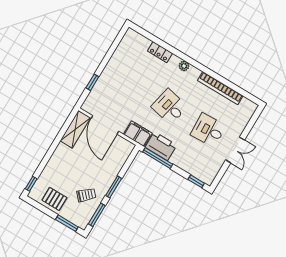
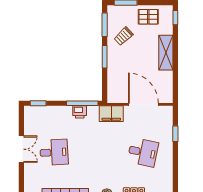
desk: (169, 107) -> (143, 152), moved
shelving: (75, 129) -> (166, 53), moved
printer: (161, 146) -> (80, 112), width x0.53, depth x0.68
double door: (235, 150) -> (21, 149), swing flipped

